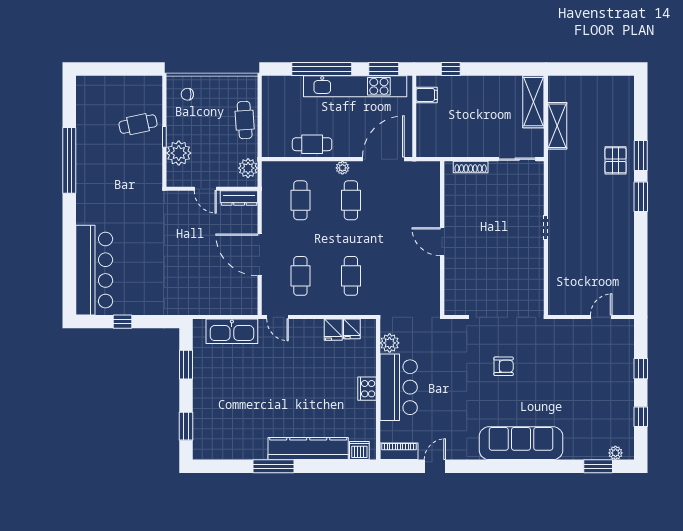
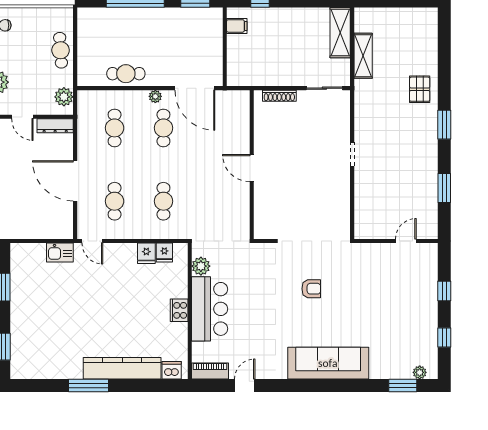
kitchen unit: (355, 86) -> (168, 18), removed
window: (641, 156) -> (444, 188), moved
door: (383, 159) -> (195, 88), swing flipped
kitchen sink: (232, 331) -> (60, 253), width x0.53, depth x0.81

